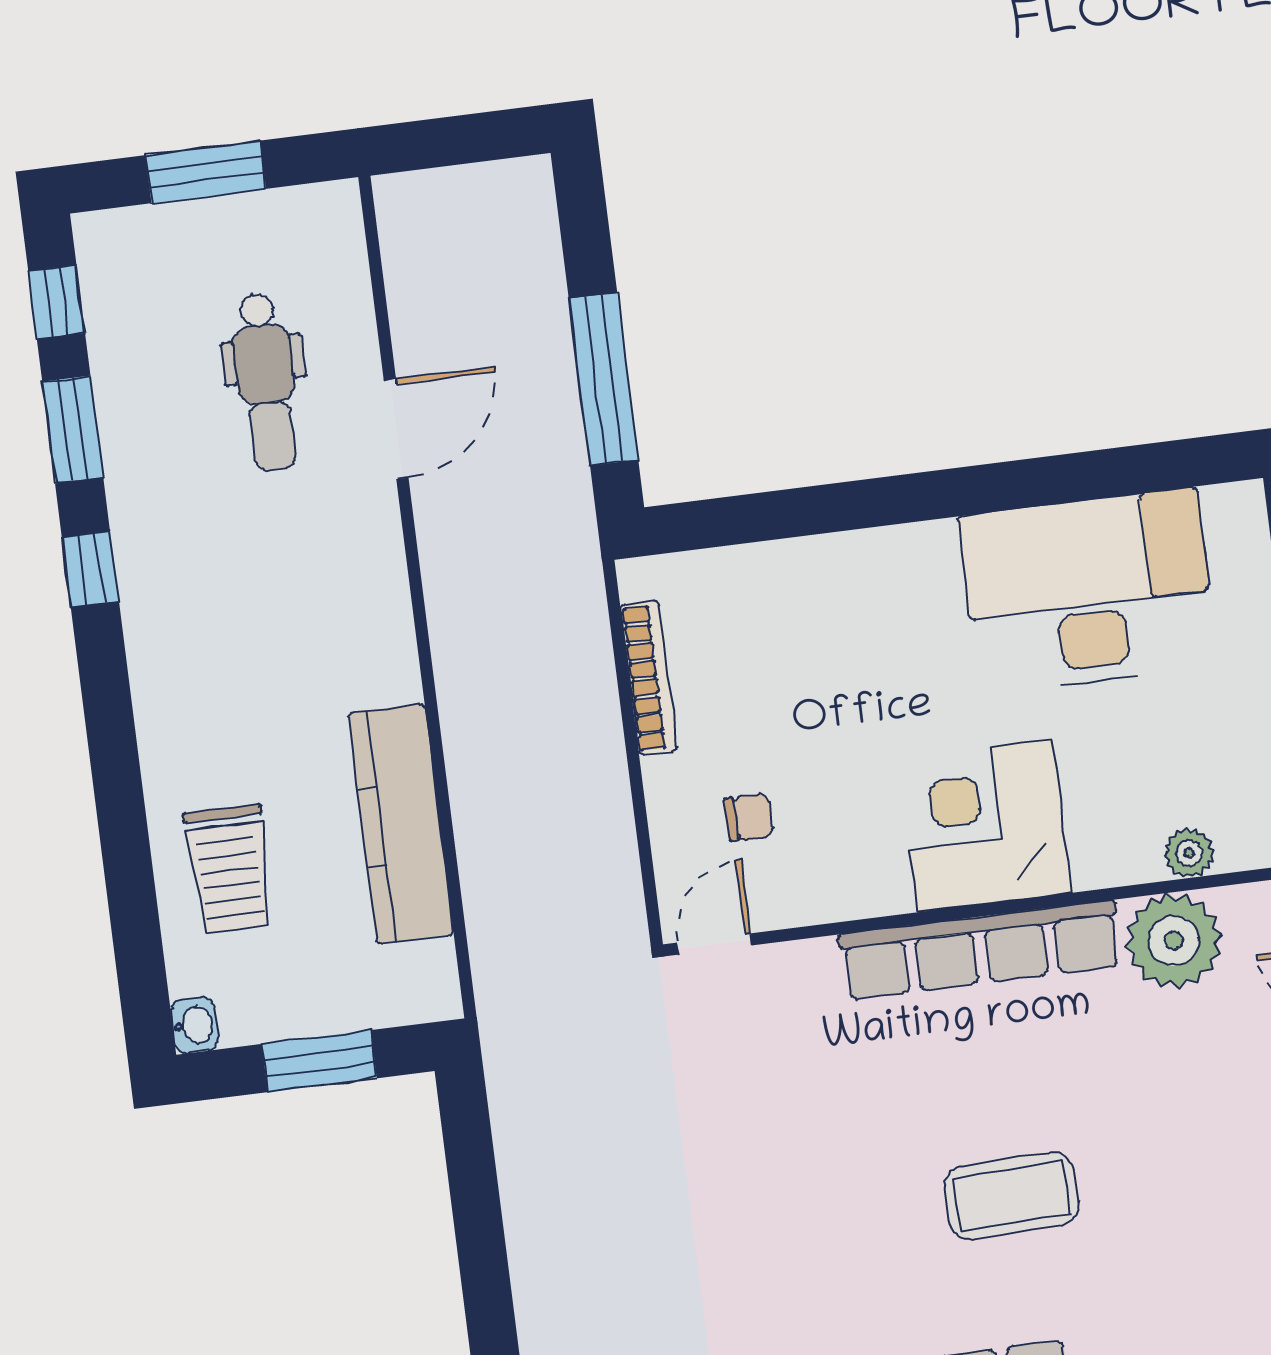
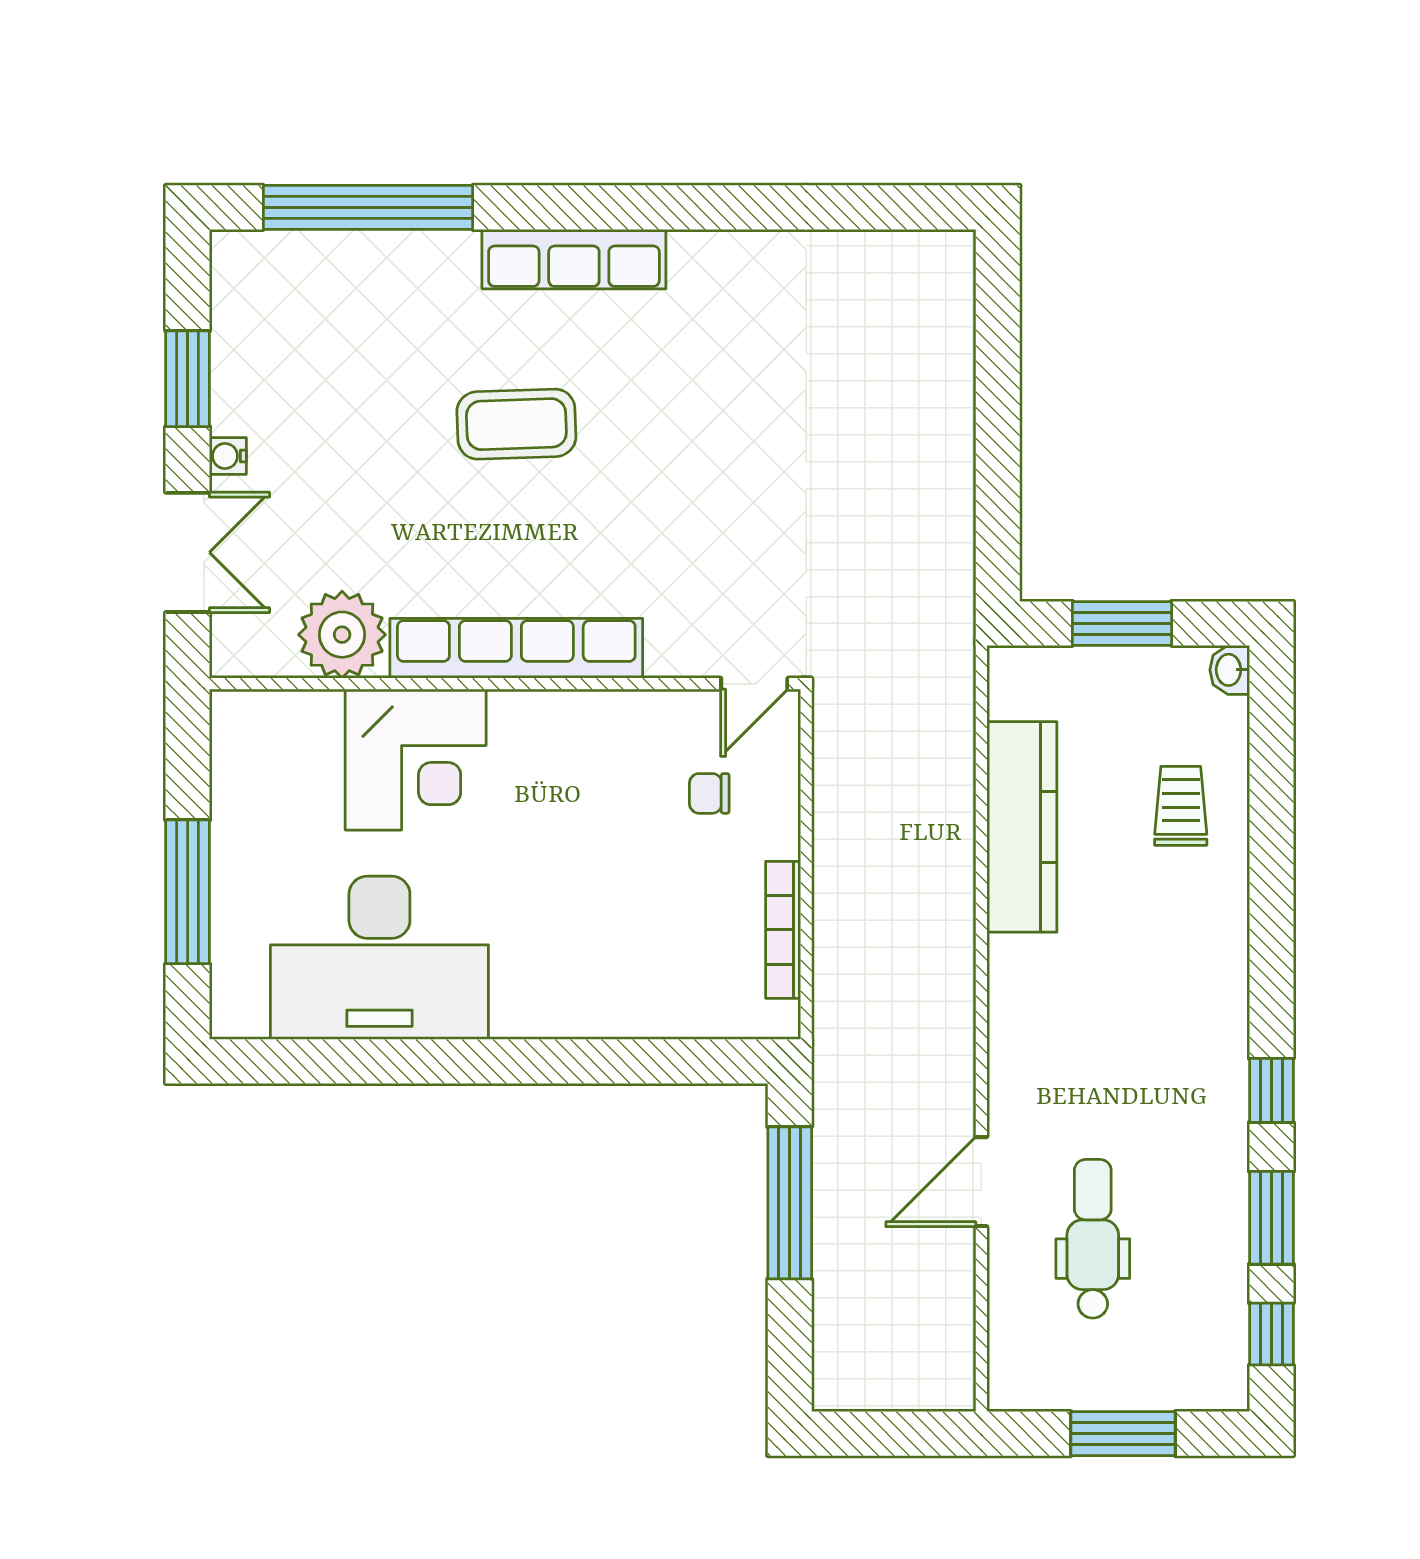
corner desk: (984, 825) -> (416, 760), moved
plant: (1189, 853) -> (318, 712), removed
trolley: (229, 869) -> (1181, 806), width x0.73, depth x0.72

